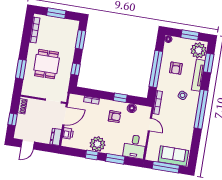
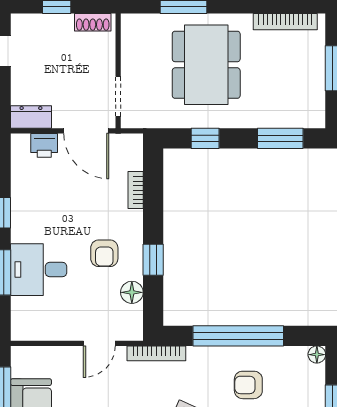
dining table: (47, 64) -> (206, 65), width x1.38
plant: (97, 144) -> (30, 222), removed
desk: (135, 147) -> (39, 270), moved

